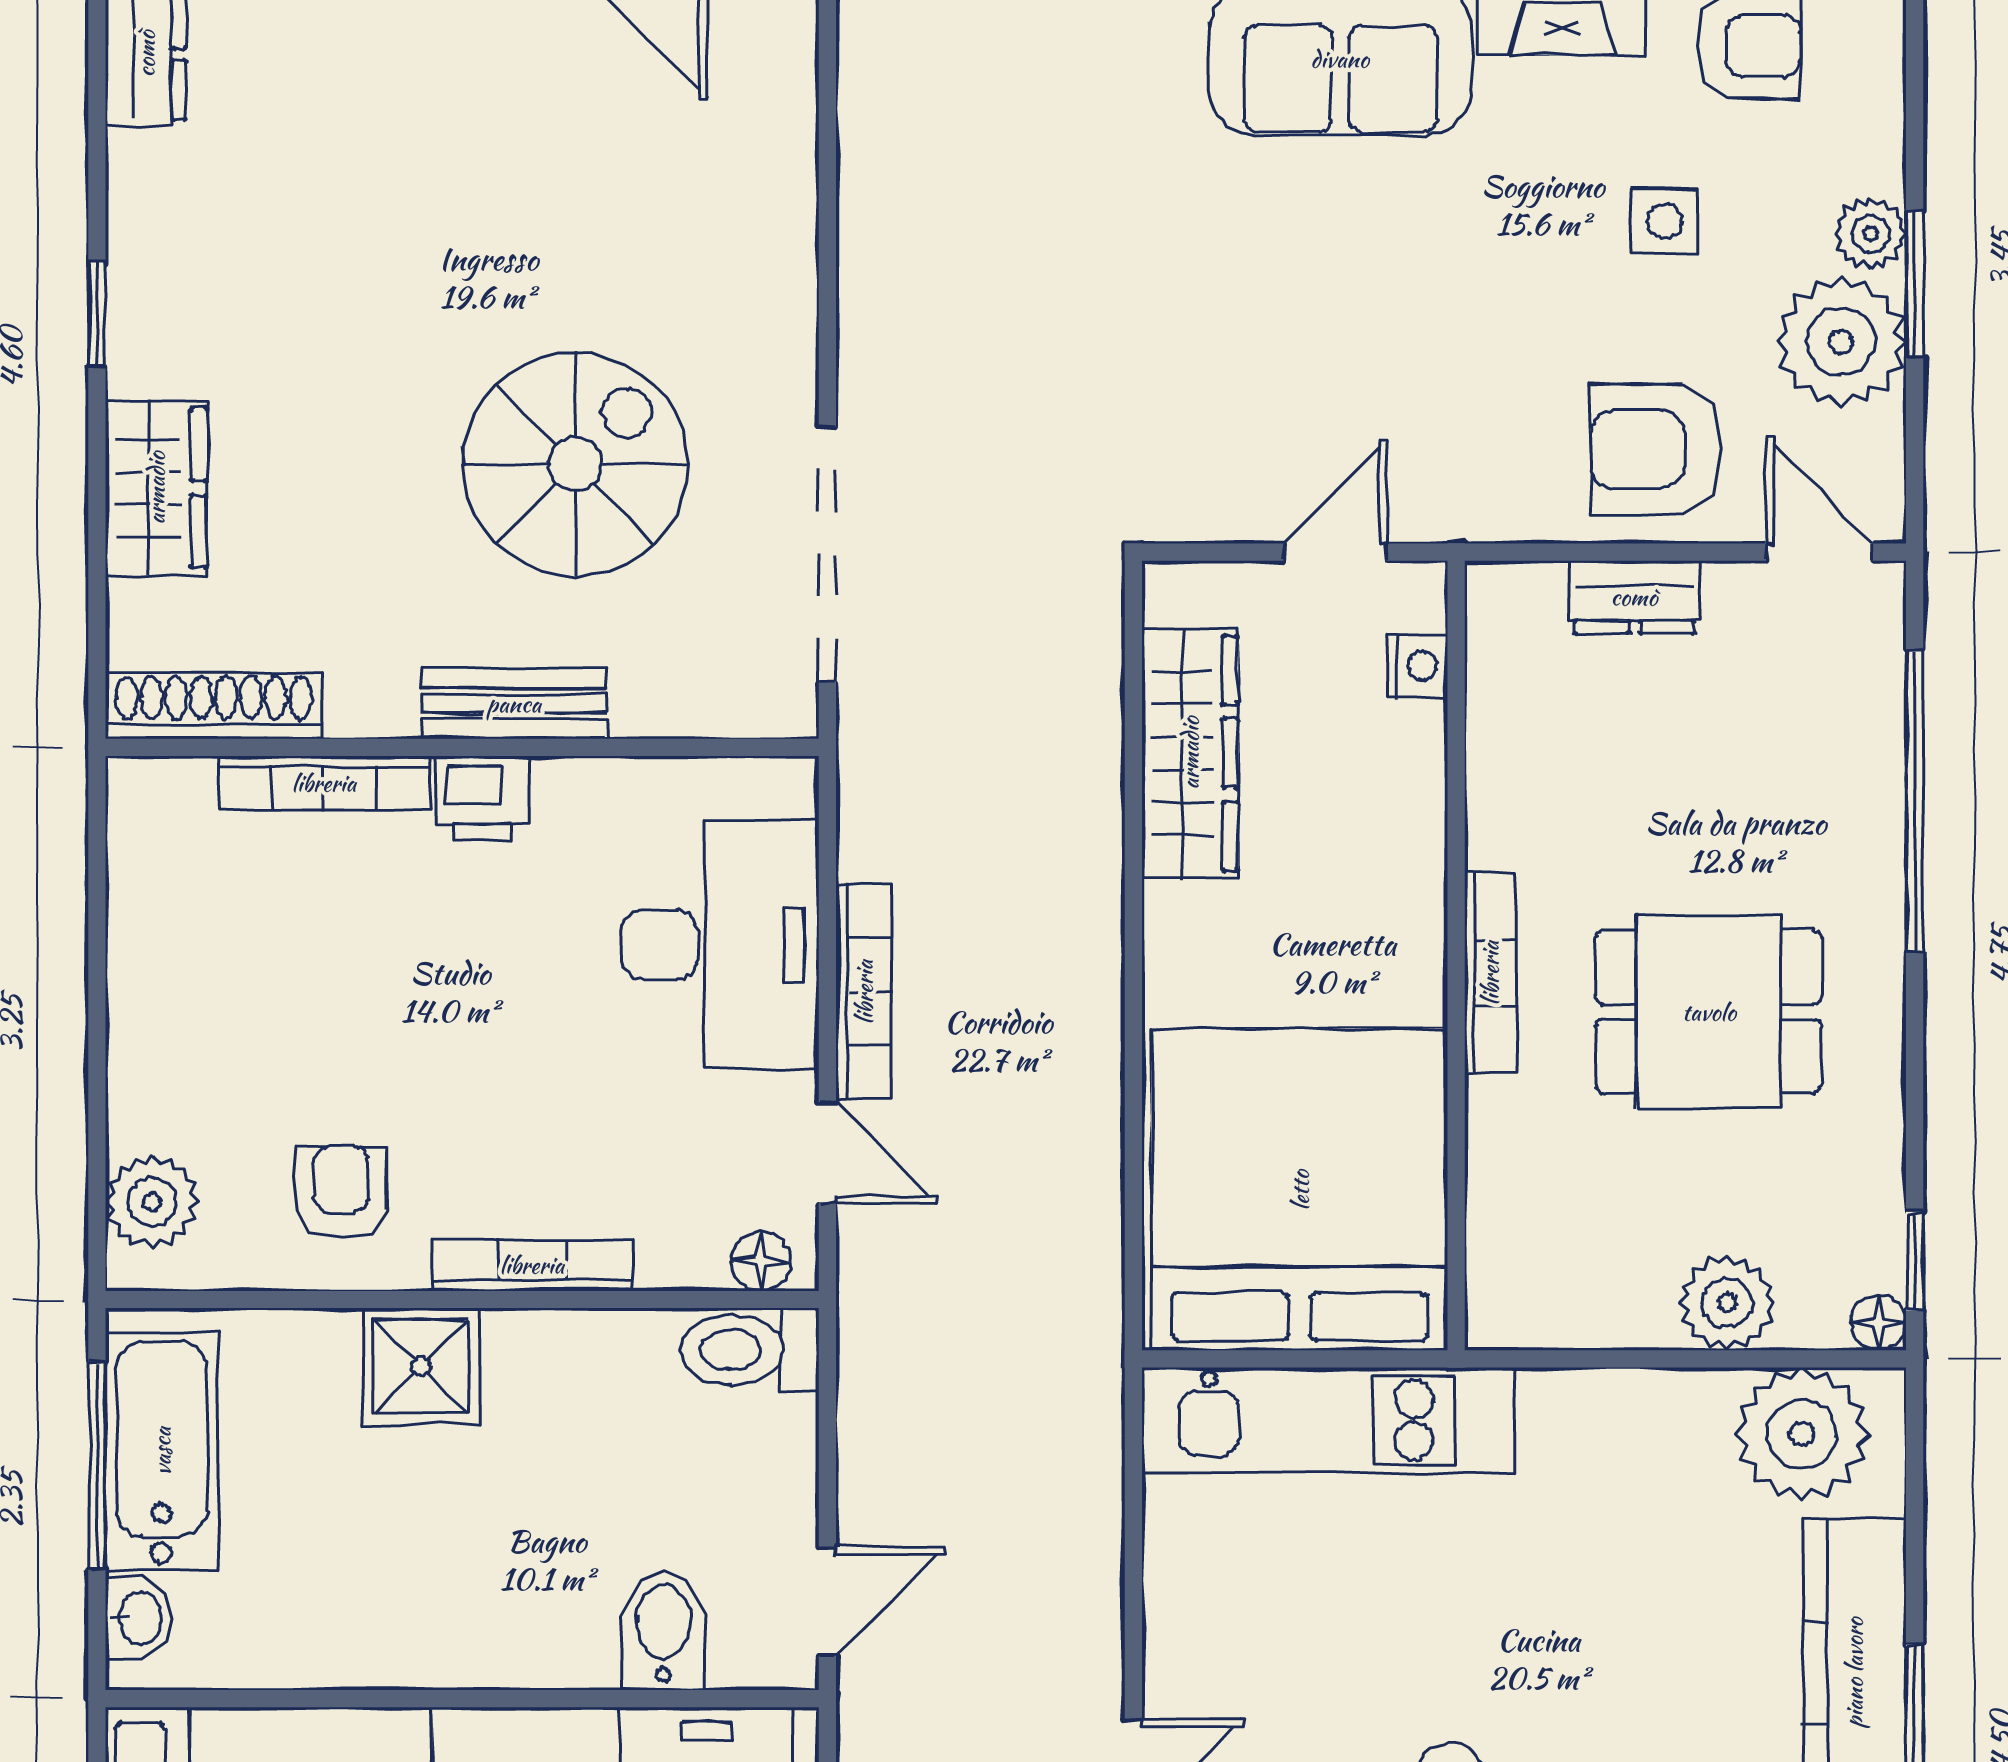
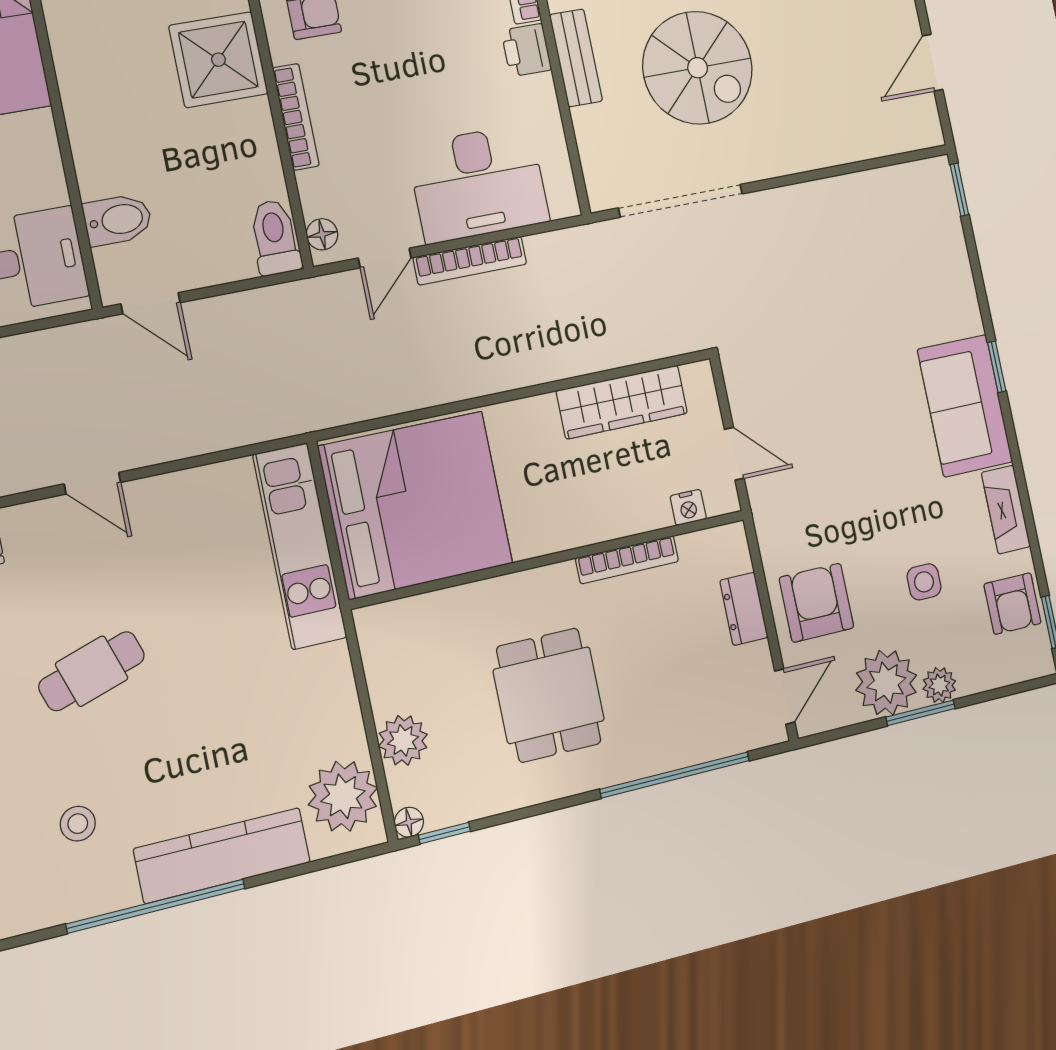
bookcase: (1490, 973) -> (627, 560), moved
shower: (421, 1366) -> (218, 60), width x1.36, depth x1.36

